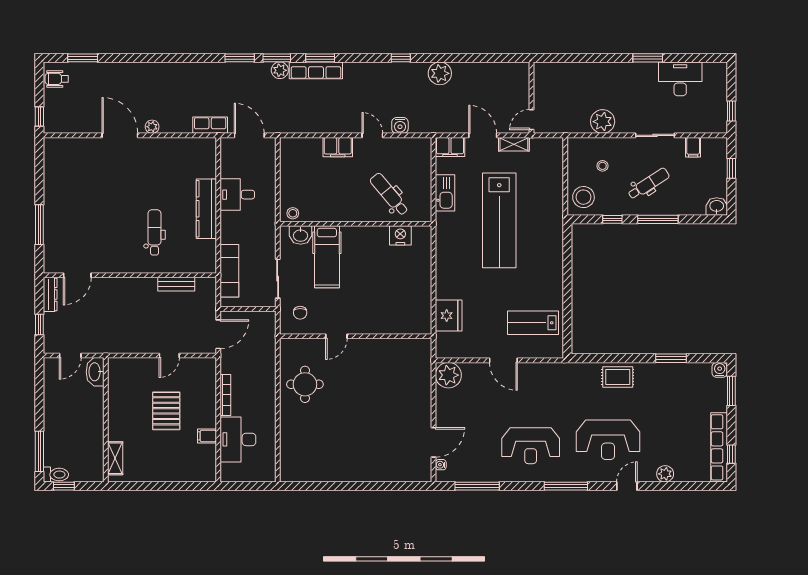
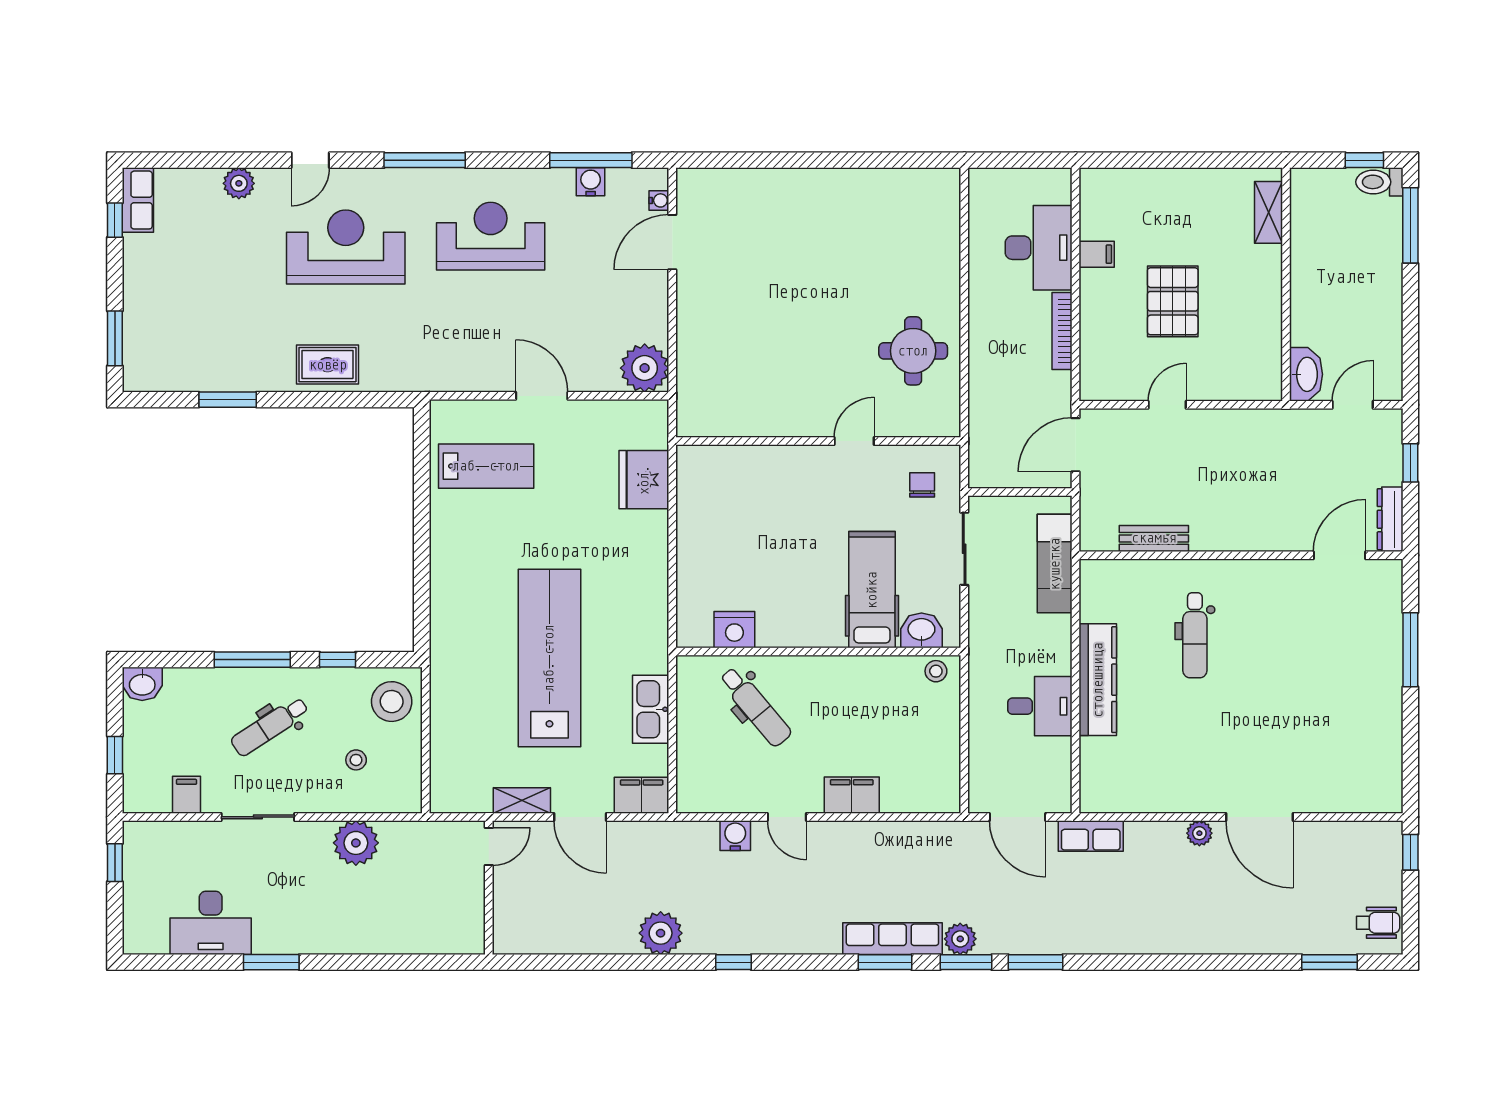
water cooler: (720, 370) -> (591, 182), moved, turned 180
row of seats: (719, 447) -> (138, 200), width x0.50

